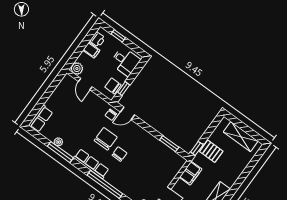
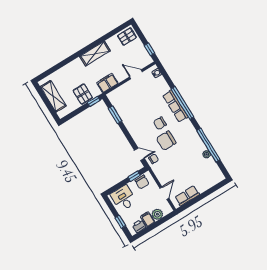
plant: (77, 69) -> (157, 214), moved
row of seats: (41, 119) -> (187, 196), moved
window: (60, 152) -> (208, 145), width x1.46
row of seats: (91, 164) -> (175, 106), moved

